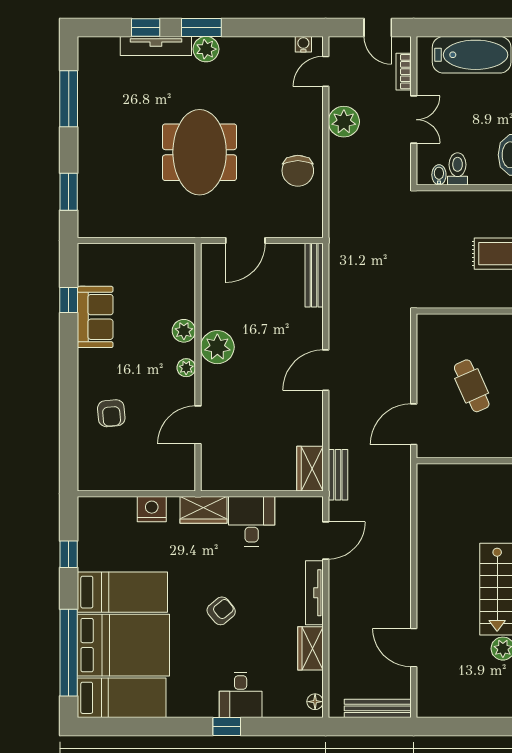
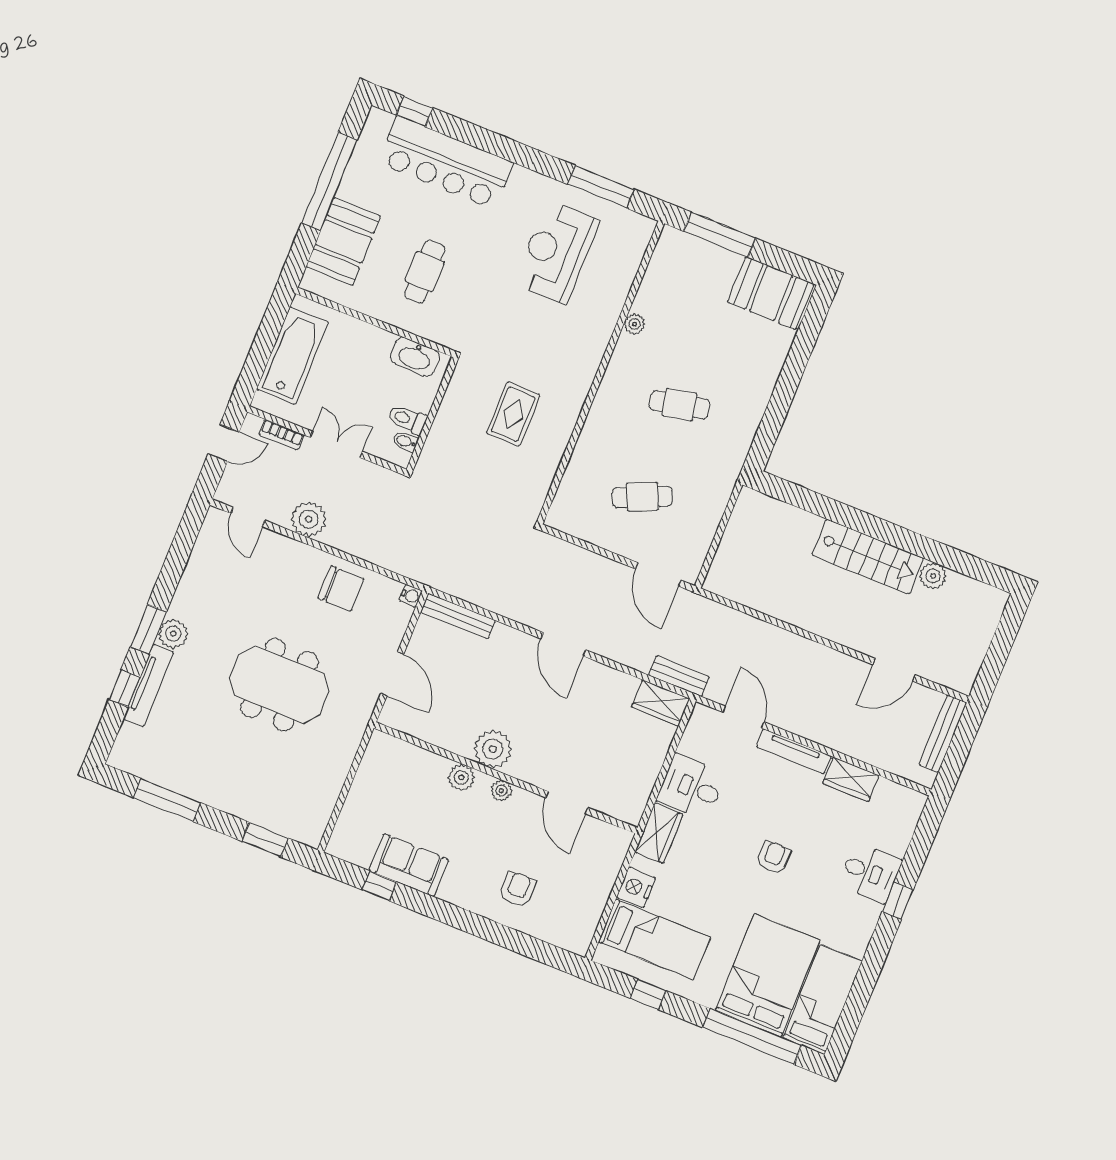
water cooler: (303, 44) -> (411, 596), moved, turned 180
armchair: (111, 413) -> (517, 889), turned -85
bed: (122, 592) -> (654, 940), moved, turned 90
armchair: (221, 611) -> (773, 857), turned 40
floor lamp: (315, 702) -> (909, 797), removed

